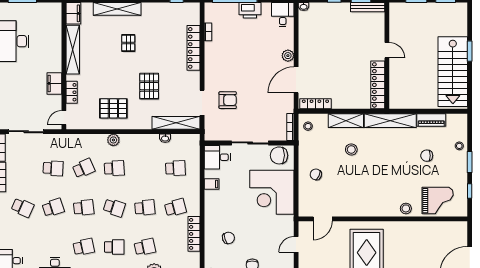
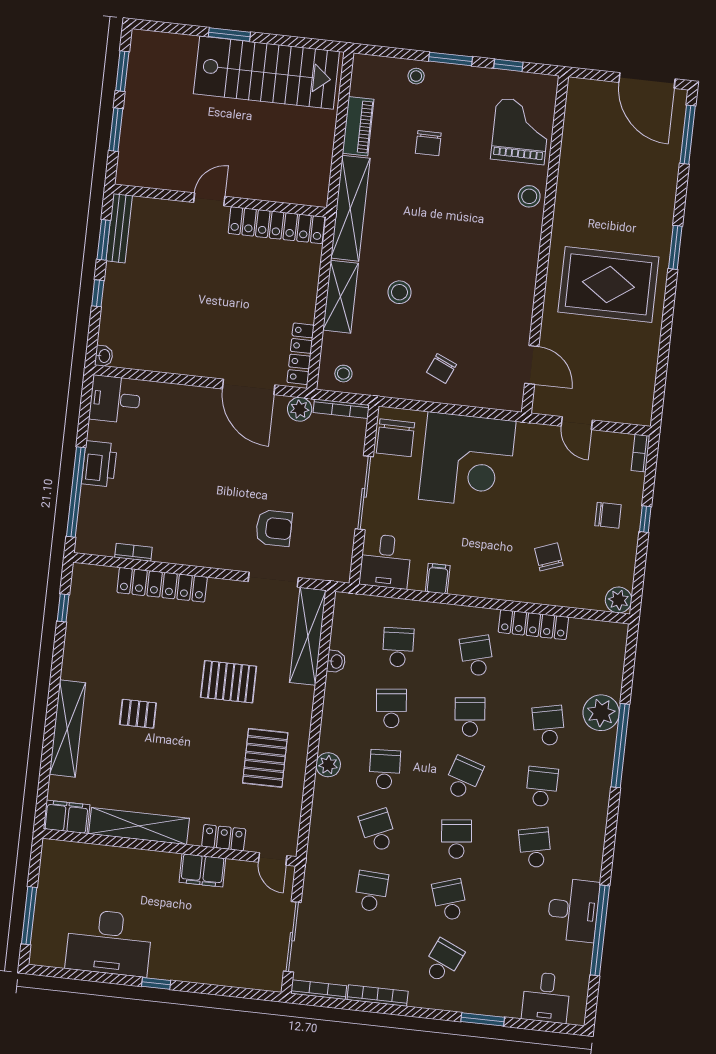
plant: (288, 56) -> (300, 409), moved
armchair: (228, 100) -> (274, 528), turned 90
school desk: (145, 168) -> (391, 708), added

